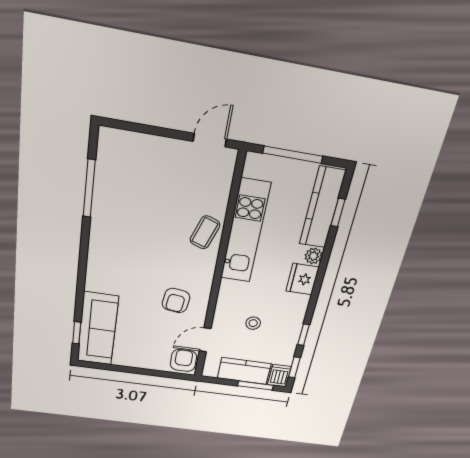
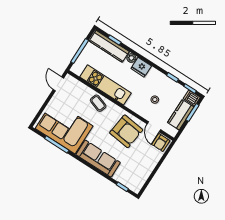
corner sofa: (130, 189) -> (64, 127), added
armchair: (176, 300) -> (126, 131), width x1.88, depth x1.88
sofa: (98, 329) -> (98, 159), moved
armchair: (183, 360) -> (161, 143), turned -90

